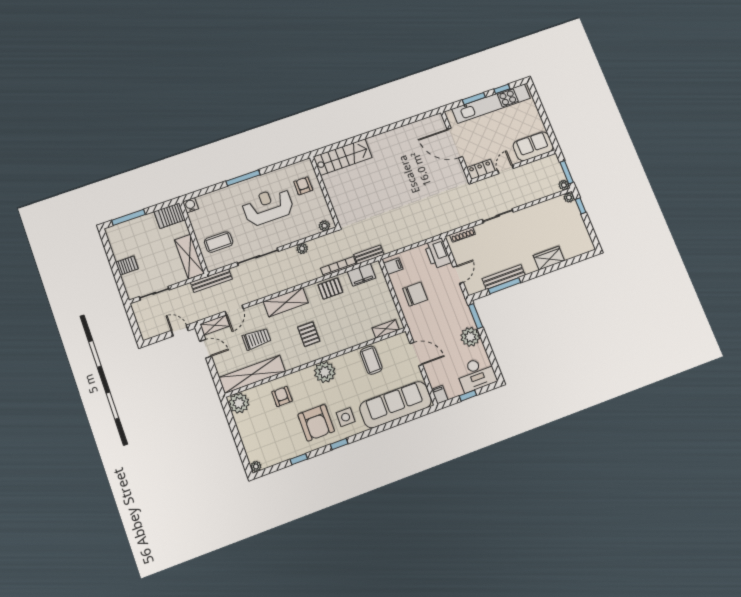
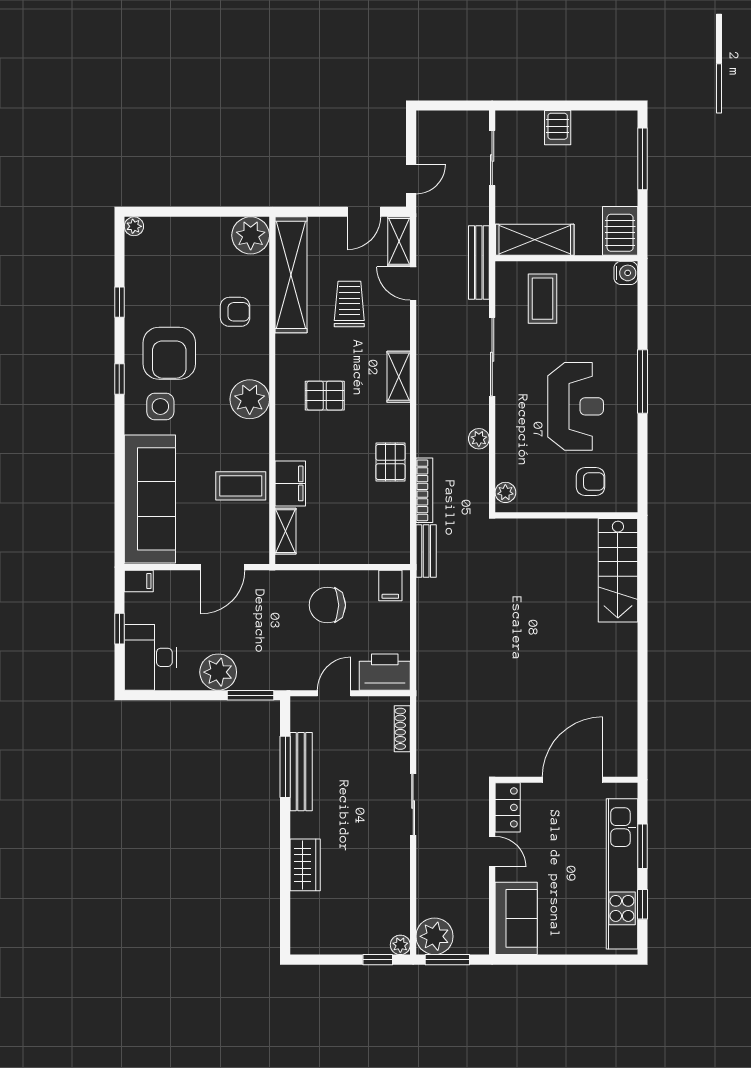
plant: (564, 185) -> (434, 936), width x1.87, depth x1.87
filing cabinet: (362, 275) -> (290, 483), moved, turned 180
door: (458, 275) -> (334, 693), swing flipped
chair: (415, 294) -> (327, 605), turned 90
shelving: (286, 302) -> (399, 377), width x0.67, depth x0.75
trolley: (257, 339) -> (349, 304), turned 180
armchair: (316, 423) -> (169, 353), turned -90

